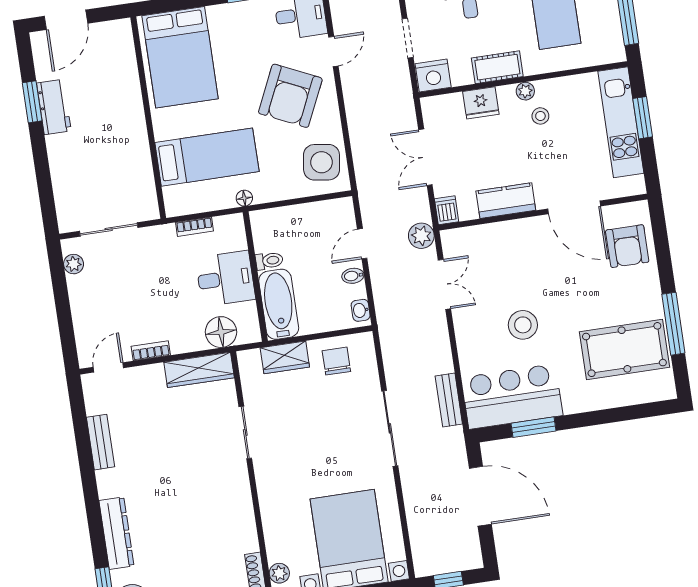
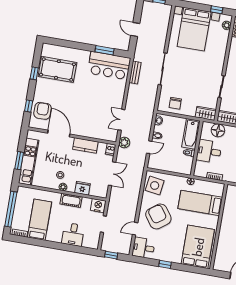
armchair: (290, 96) -> (158, 216), turned -61
window: (662, 247) -> (29, 106), added
window: (673, 324) -> (34, 73), width x0.46
stool: (523, 325) -> (95, 93), removed
wardrobe: (285, 357) -> (206, 113), moved
door: (480, 496) -> (135, 30), width x0.53

